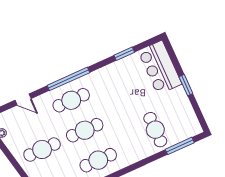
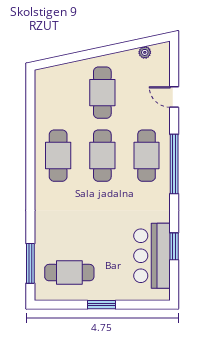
bar counter: (160, 68) -> (152, 256), moved, turned -90
door: (23, 99) -> (174, 97), hinge flipped
cafe table: (155, 130) -> (69, 273), moved

